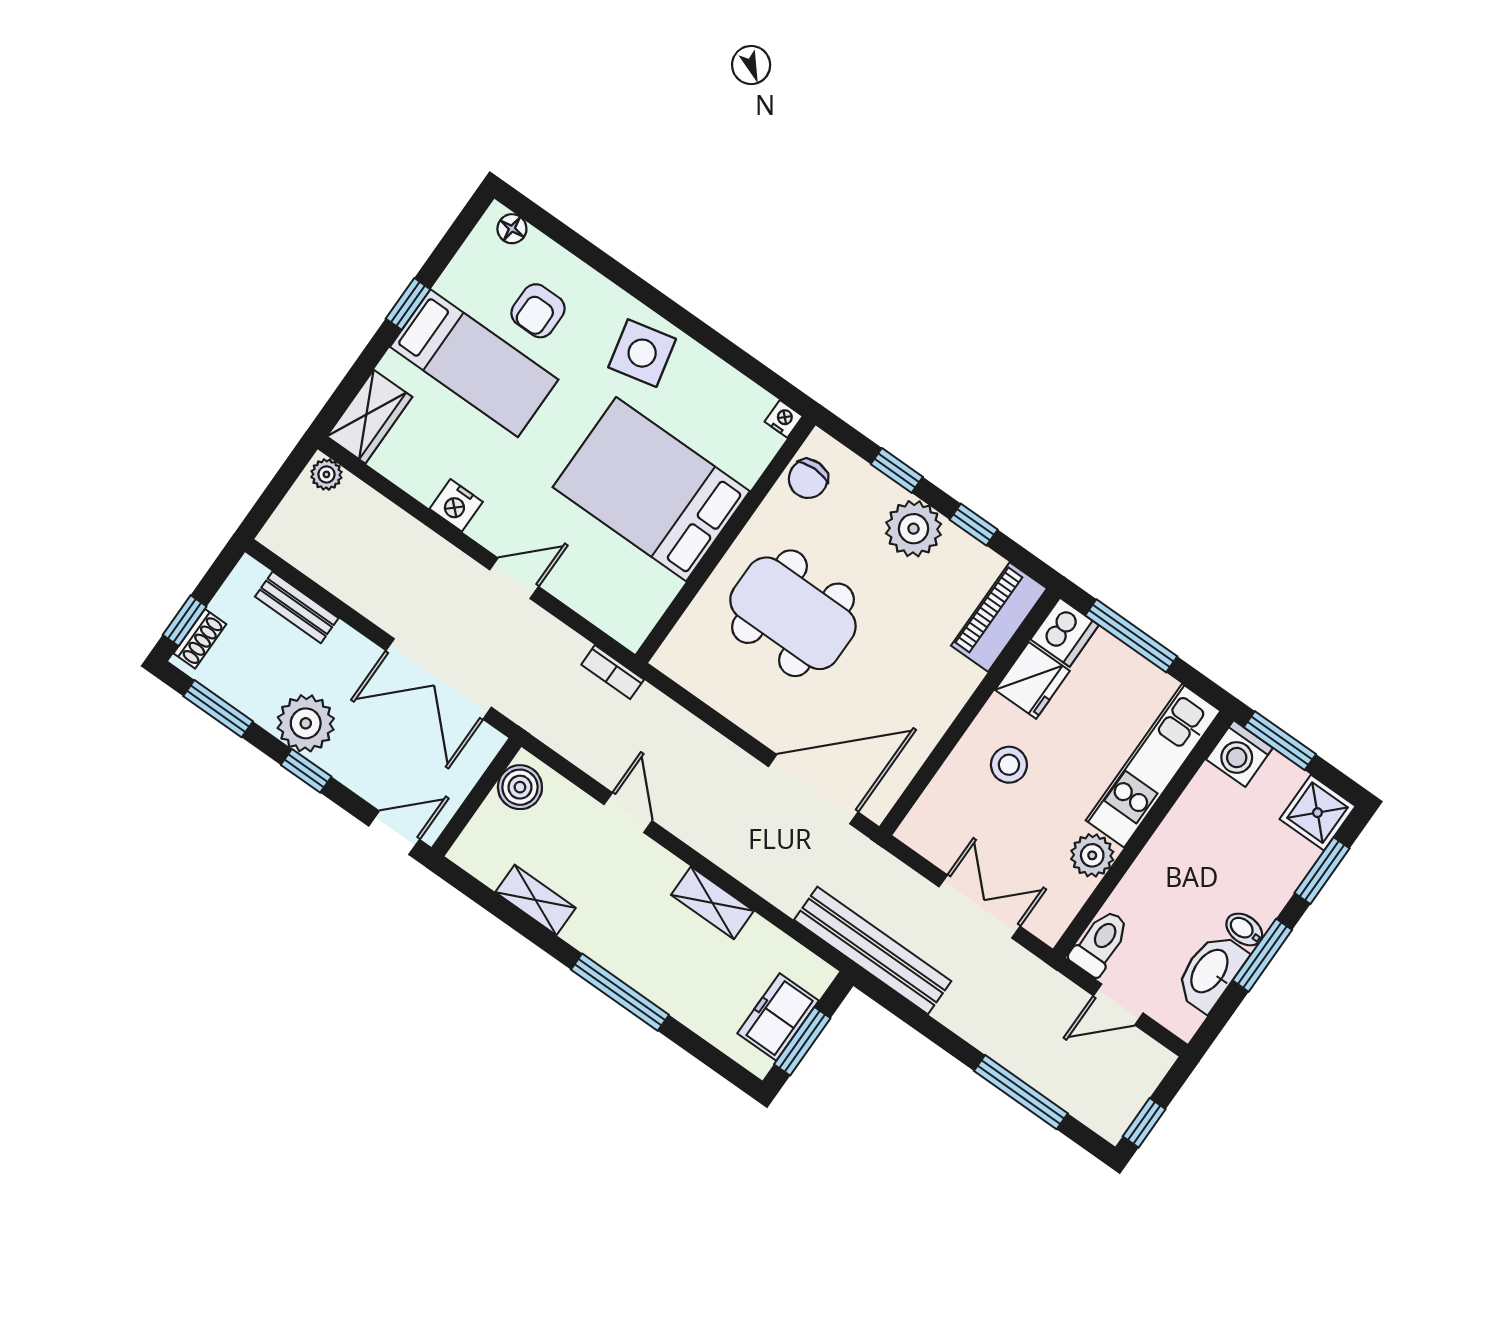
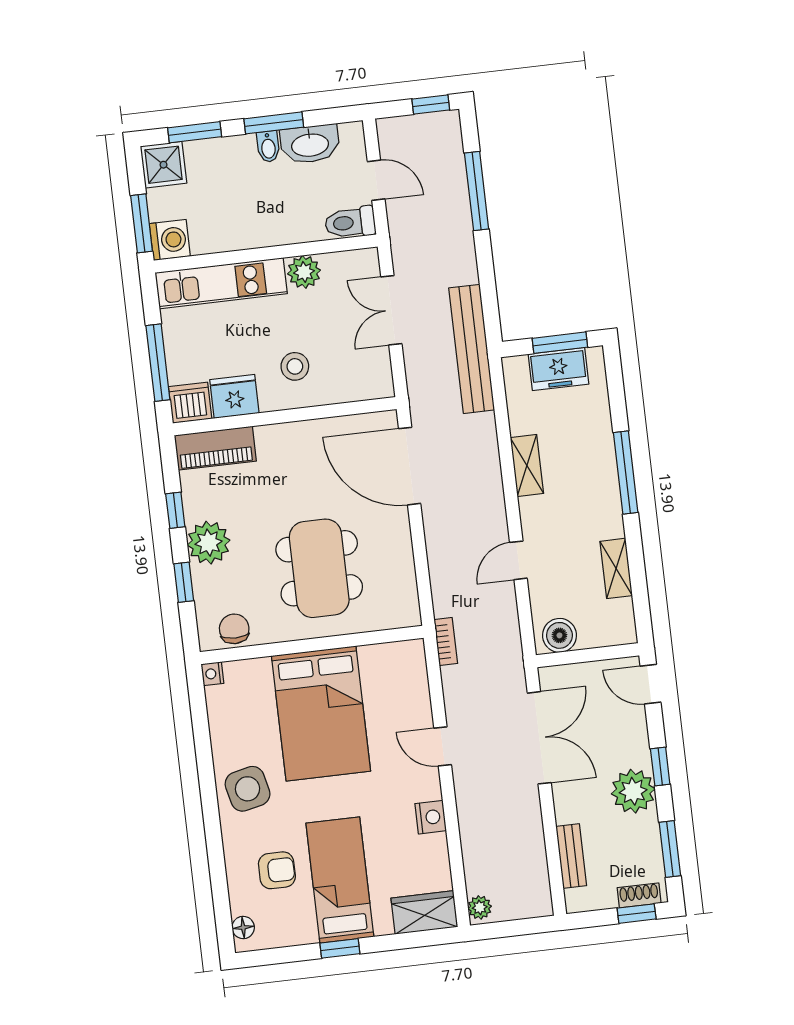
chair: (808, 479) -> (234, 629), turned -90

